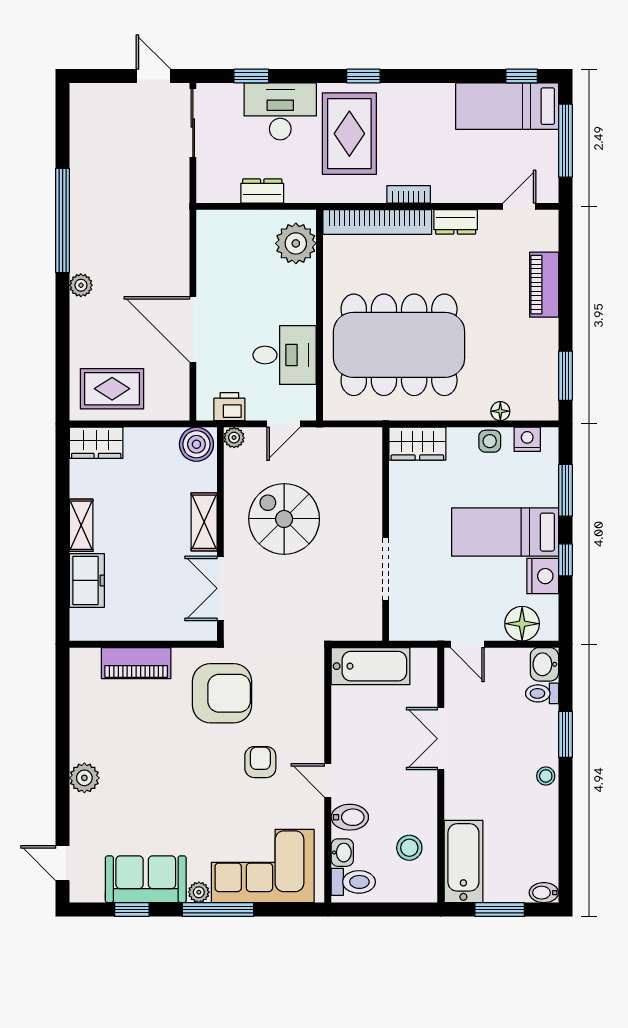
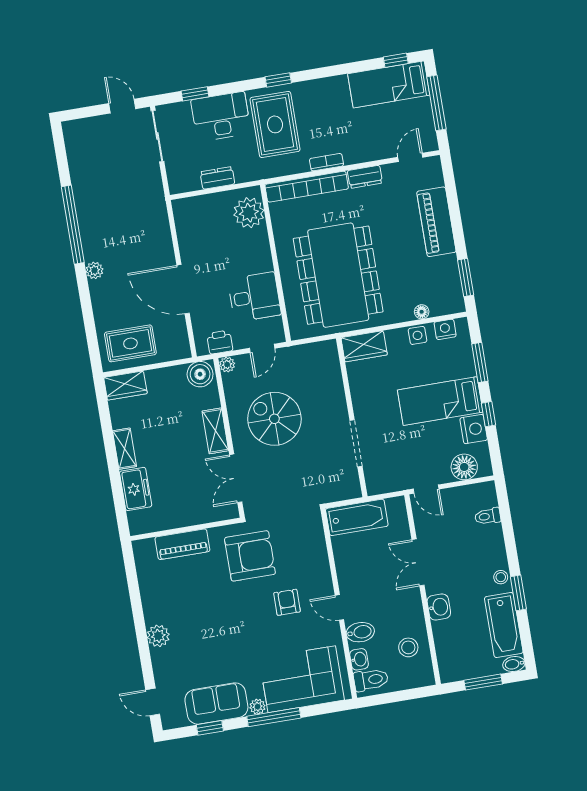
piano: (544, 285) -> (436, 222), width x1.37, depth x1.33
dining table: (399, 345) -> (338, 275), turned 90
washbasin: (544, 664) -> (439, 607), moved, turned 180
window: (565, 734) -> (518, 593), moved
bathtub: (463, 862) -> (504, 625), moved, turned 180

